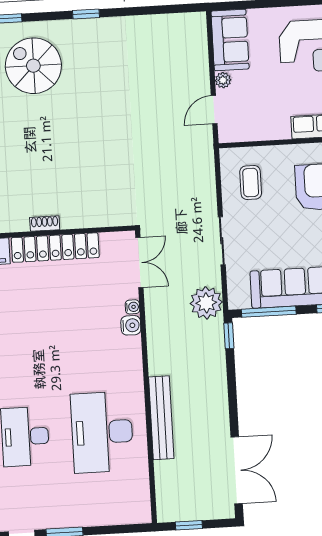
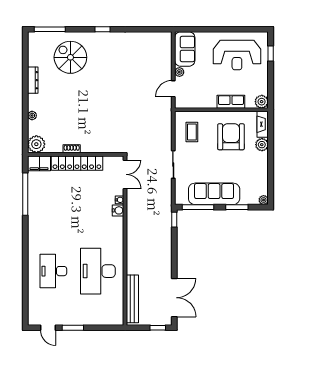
plant: (206, 303) -> (162, 200), removed
bench: (161, 418) -> (132, 299), moved
window: (189, 525) -> (158, 328), moved

